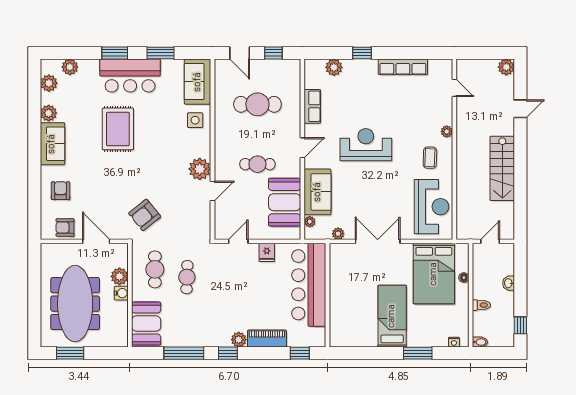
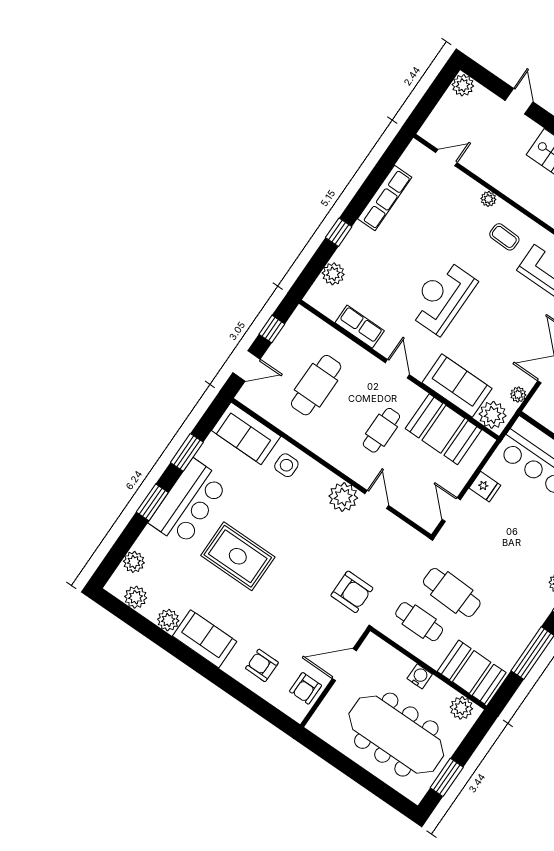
armchair: (145, 215) -> (352, 592), turned -51
plant: (310, 222) -> (493, 415), width x1.88, depth x1.88
plant: (119, 276) -> (461, 708), moved
cafe table: (187, 277) -> (452, 592), width x1.37, depth x1.35

